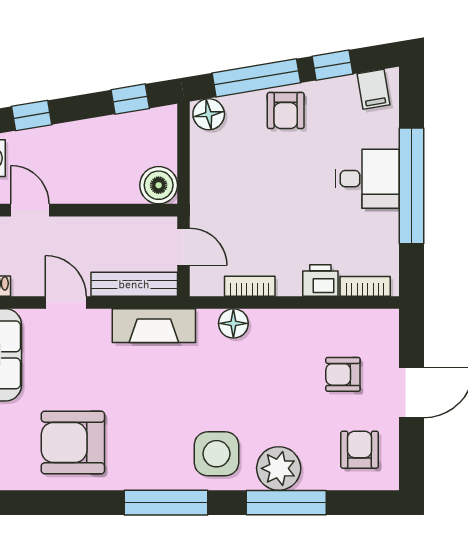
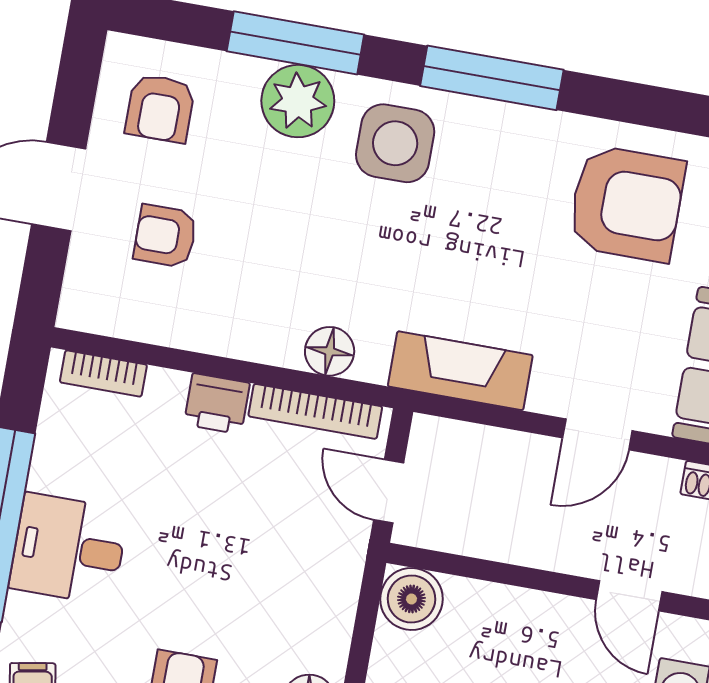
printer: (320, 280) -> (217, 404), moved
bench: (134, 284) -> (480, 444), removed
bookcase: (250, 286) -> (315, 411), width x1.56
door: (66, 302) -> (597, 434), hinge flipped
armchair: (343, 374) -> (165, 236), turned 180

